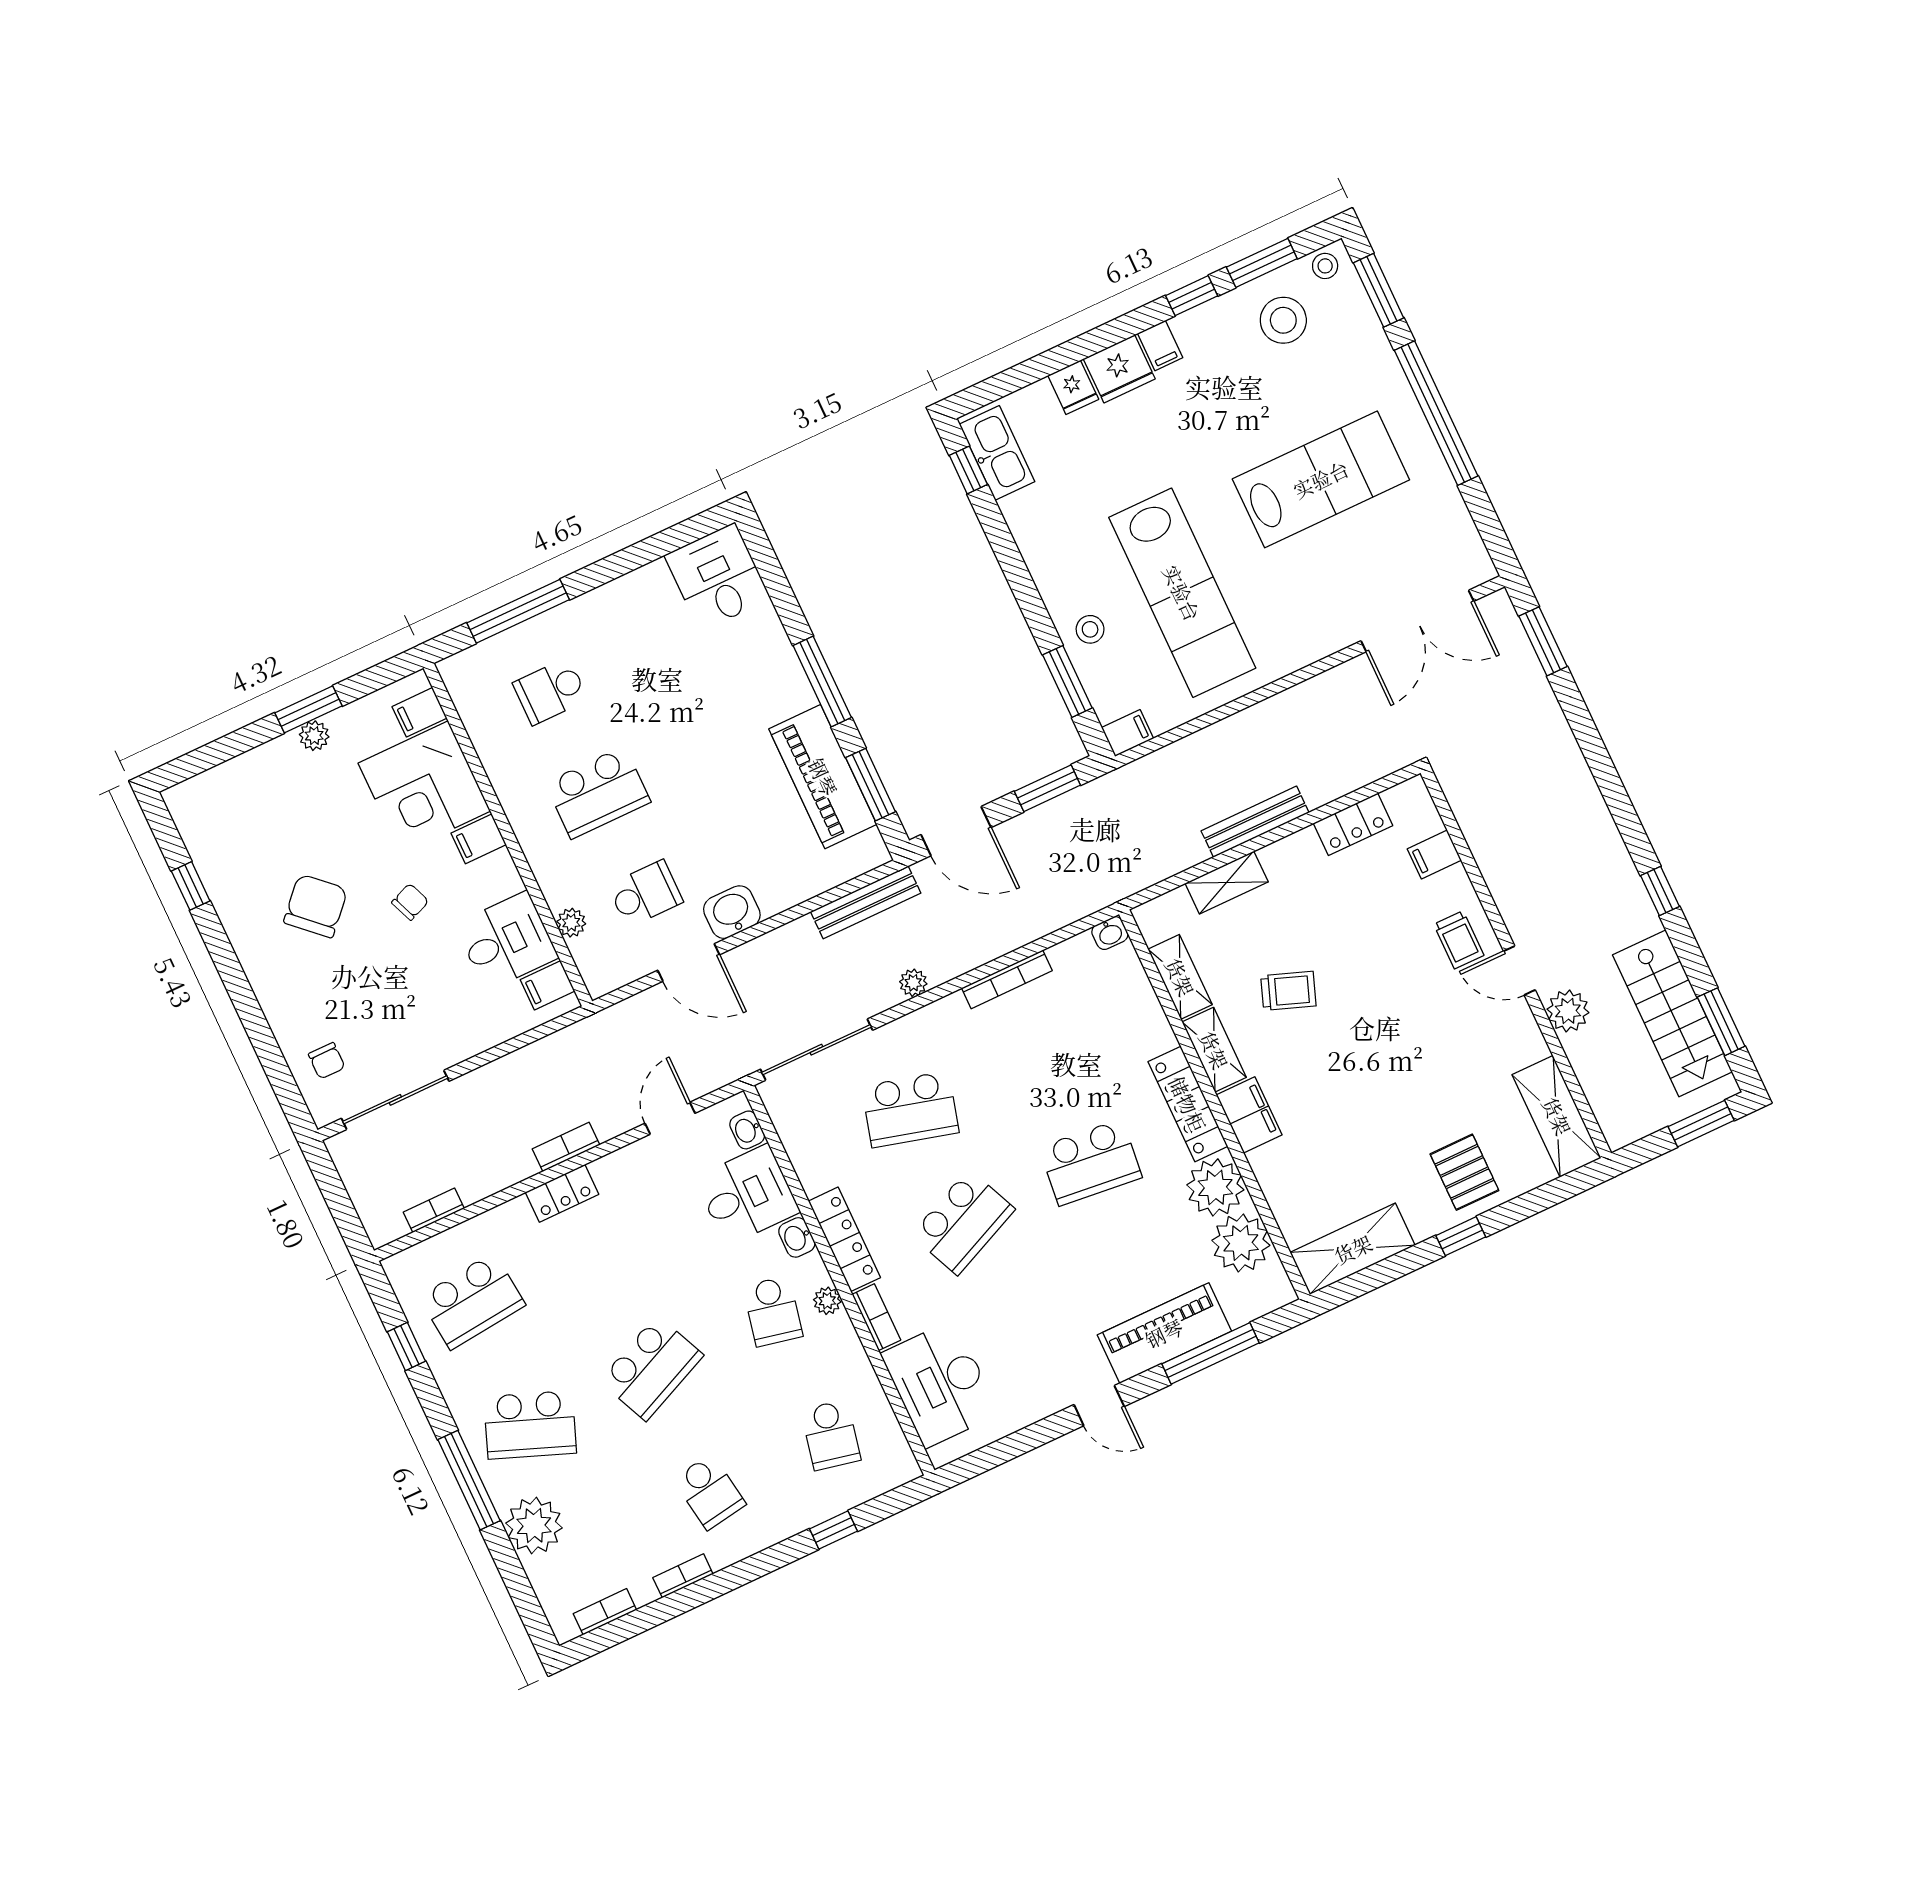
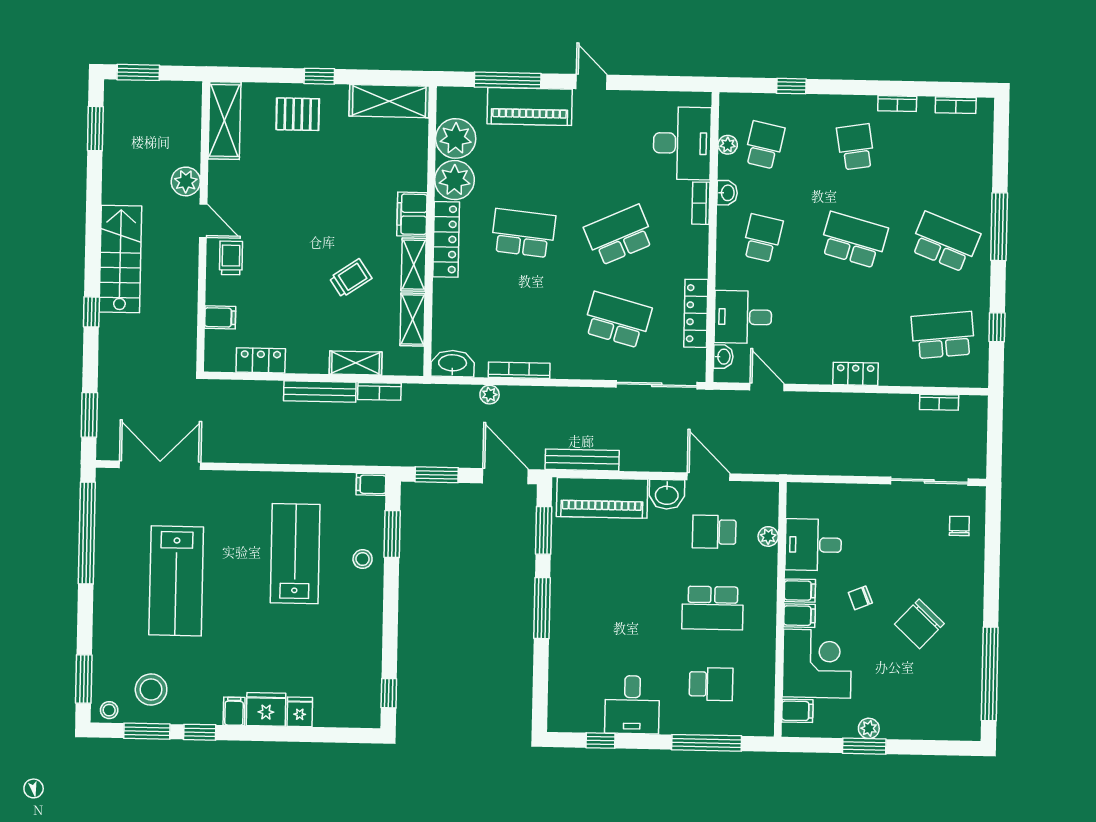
window: (1436, 413) -> (87, 533), moved
kitchen sink: (997, 453) -> (366, 695), removed
lab bench: (1321, 479) -> (176, 581), turned -90
window: (659, 545) -> (600, 741), added
desk: (717, 577) -> (632, 705), moved
lab bench: (1182, 593) -> (295, 554), width x0.73
piano: (823, 777) -> (602, 498), moved, turned 90
school desk: (598, 792) -> (713, 608), turned 180
window: (191, 886) -> (990, 674), width x3.17
window: (1660, 891) -> (91, 312), moved
washbasin: (1110, 933) -> (453, 364), width x1.91, depth x1.45
plant: (913, 983) -> (490, 395), moved
filing cabinet: (548, 985) -> (800, 591), moved
trolley: (1288, 991) -> (351, 278), turned 126
stairs: (1672, 1013) -> (120, 259), moved
door: (670, 1118) -> (767, 387), swing flipped
bookcase: (566, 1147) -> (379, 391), moved
pallet: (1464, 1172) -> (298, 114), turned 90
washbasin: (797, 1237) -> (727, 193), moved
locker: (844, 1239) -> (696, 313), moved
plant: (827, 1301) -> (728, 145), moved
school desk: (651, 1368) -> (854, 240), turned 39
plant: (534, 1526) -> (973, 179), removed

